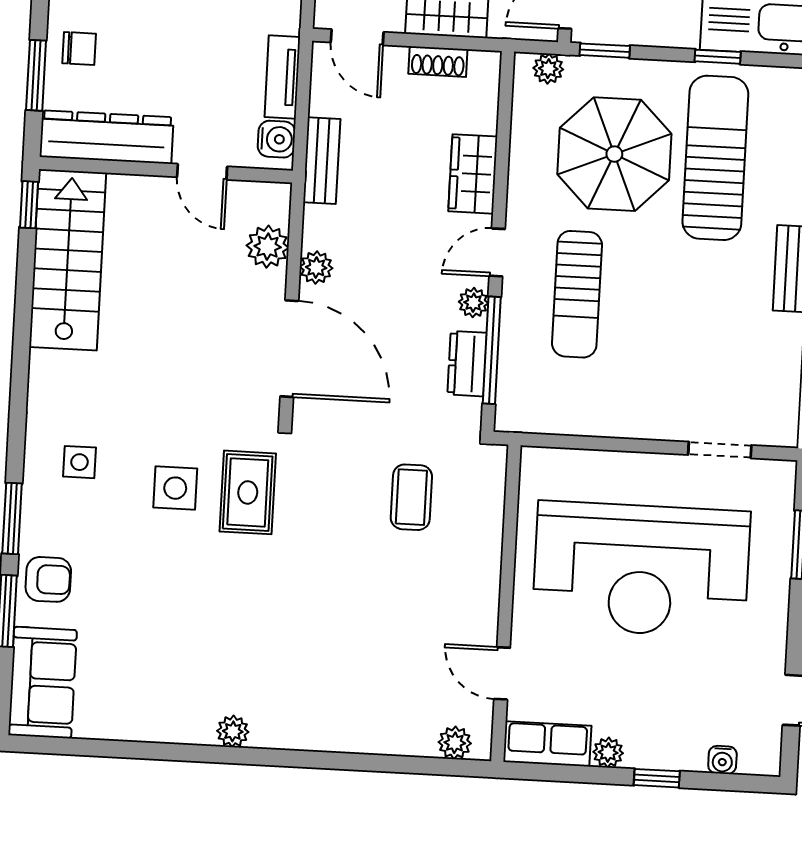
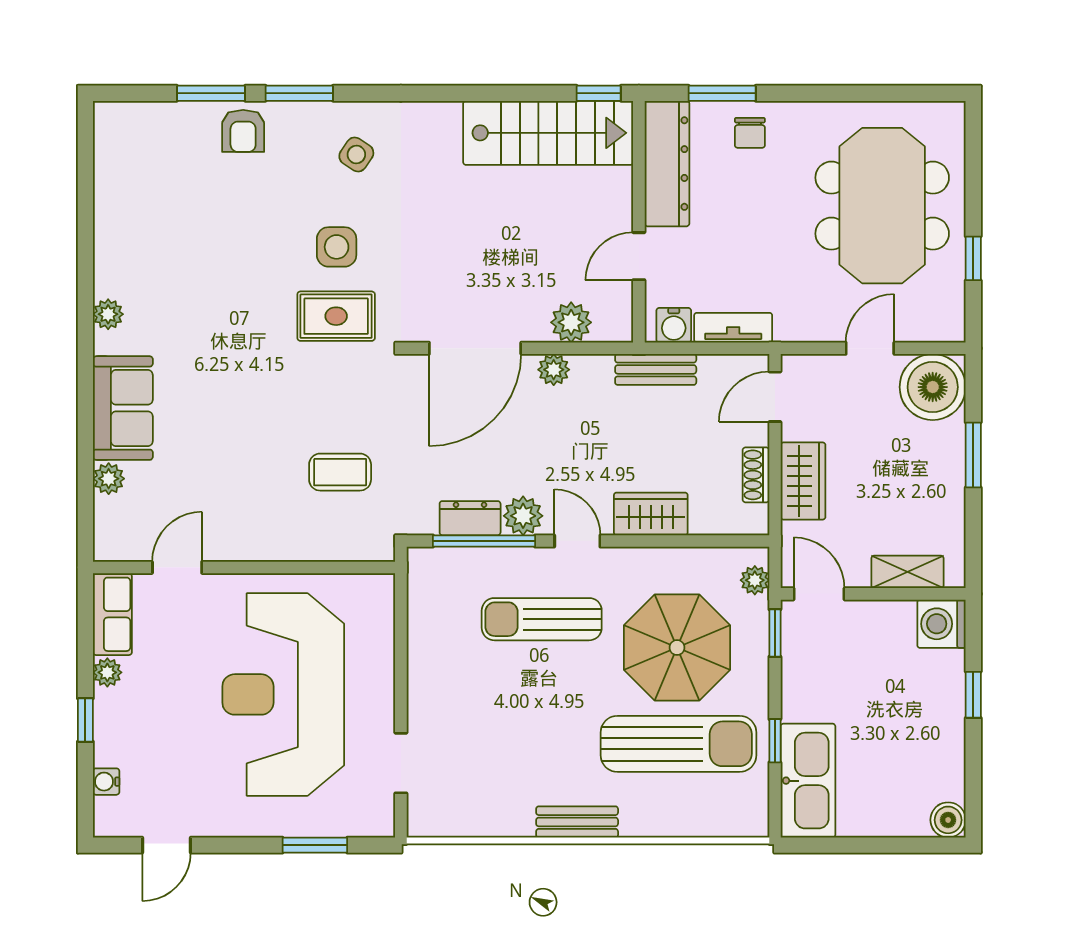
plant: (473, 303) -> (523, 516), width x1.38, depth x1.38
side table: (80, 462) -> (356, 154), turned 34
sofa: (43, 683) -> (123, 408), moved, turned -90
plant: (455, 743) -> (109, 479), moved

